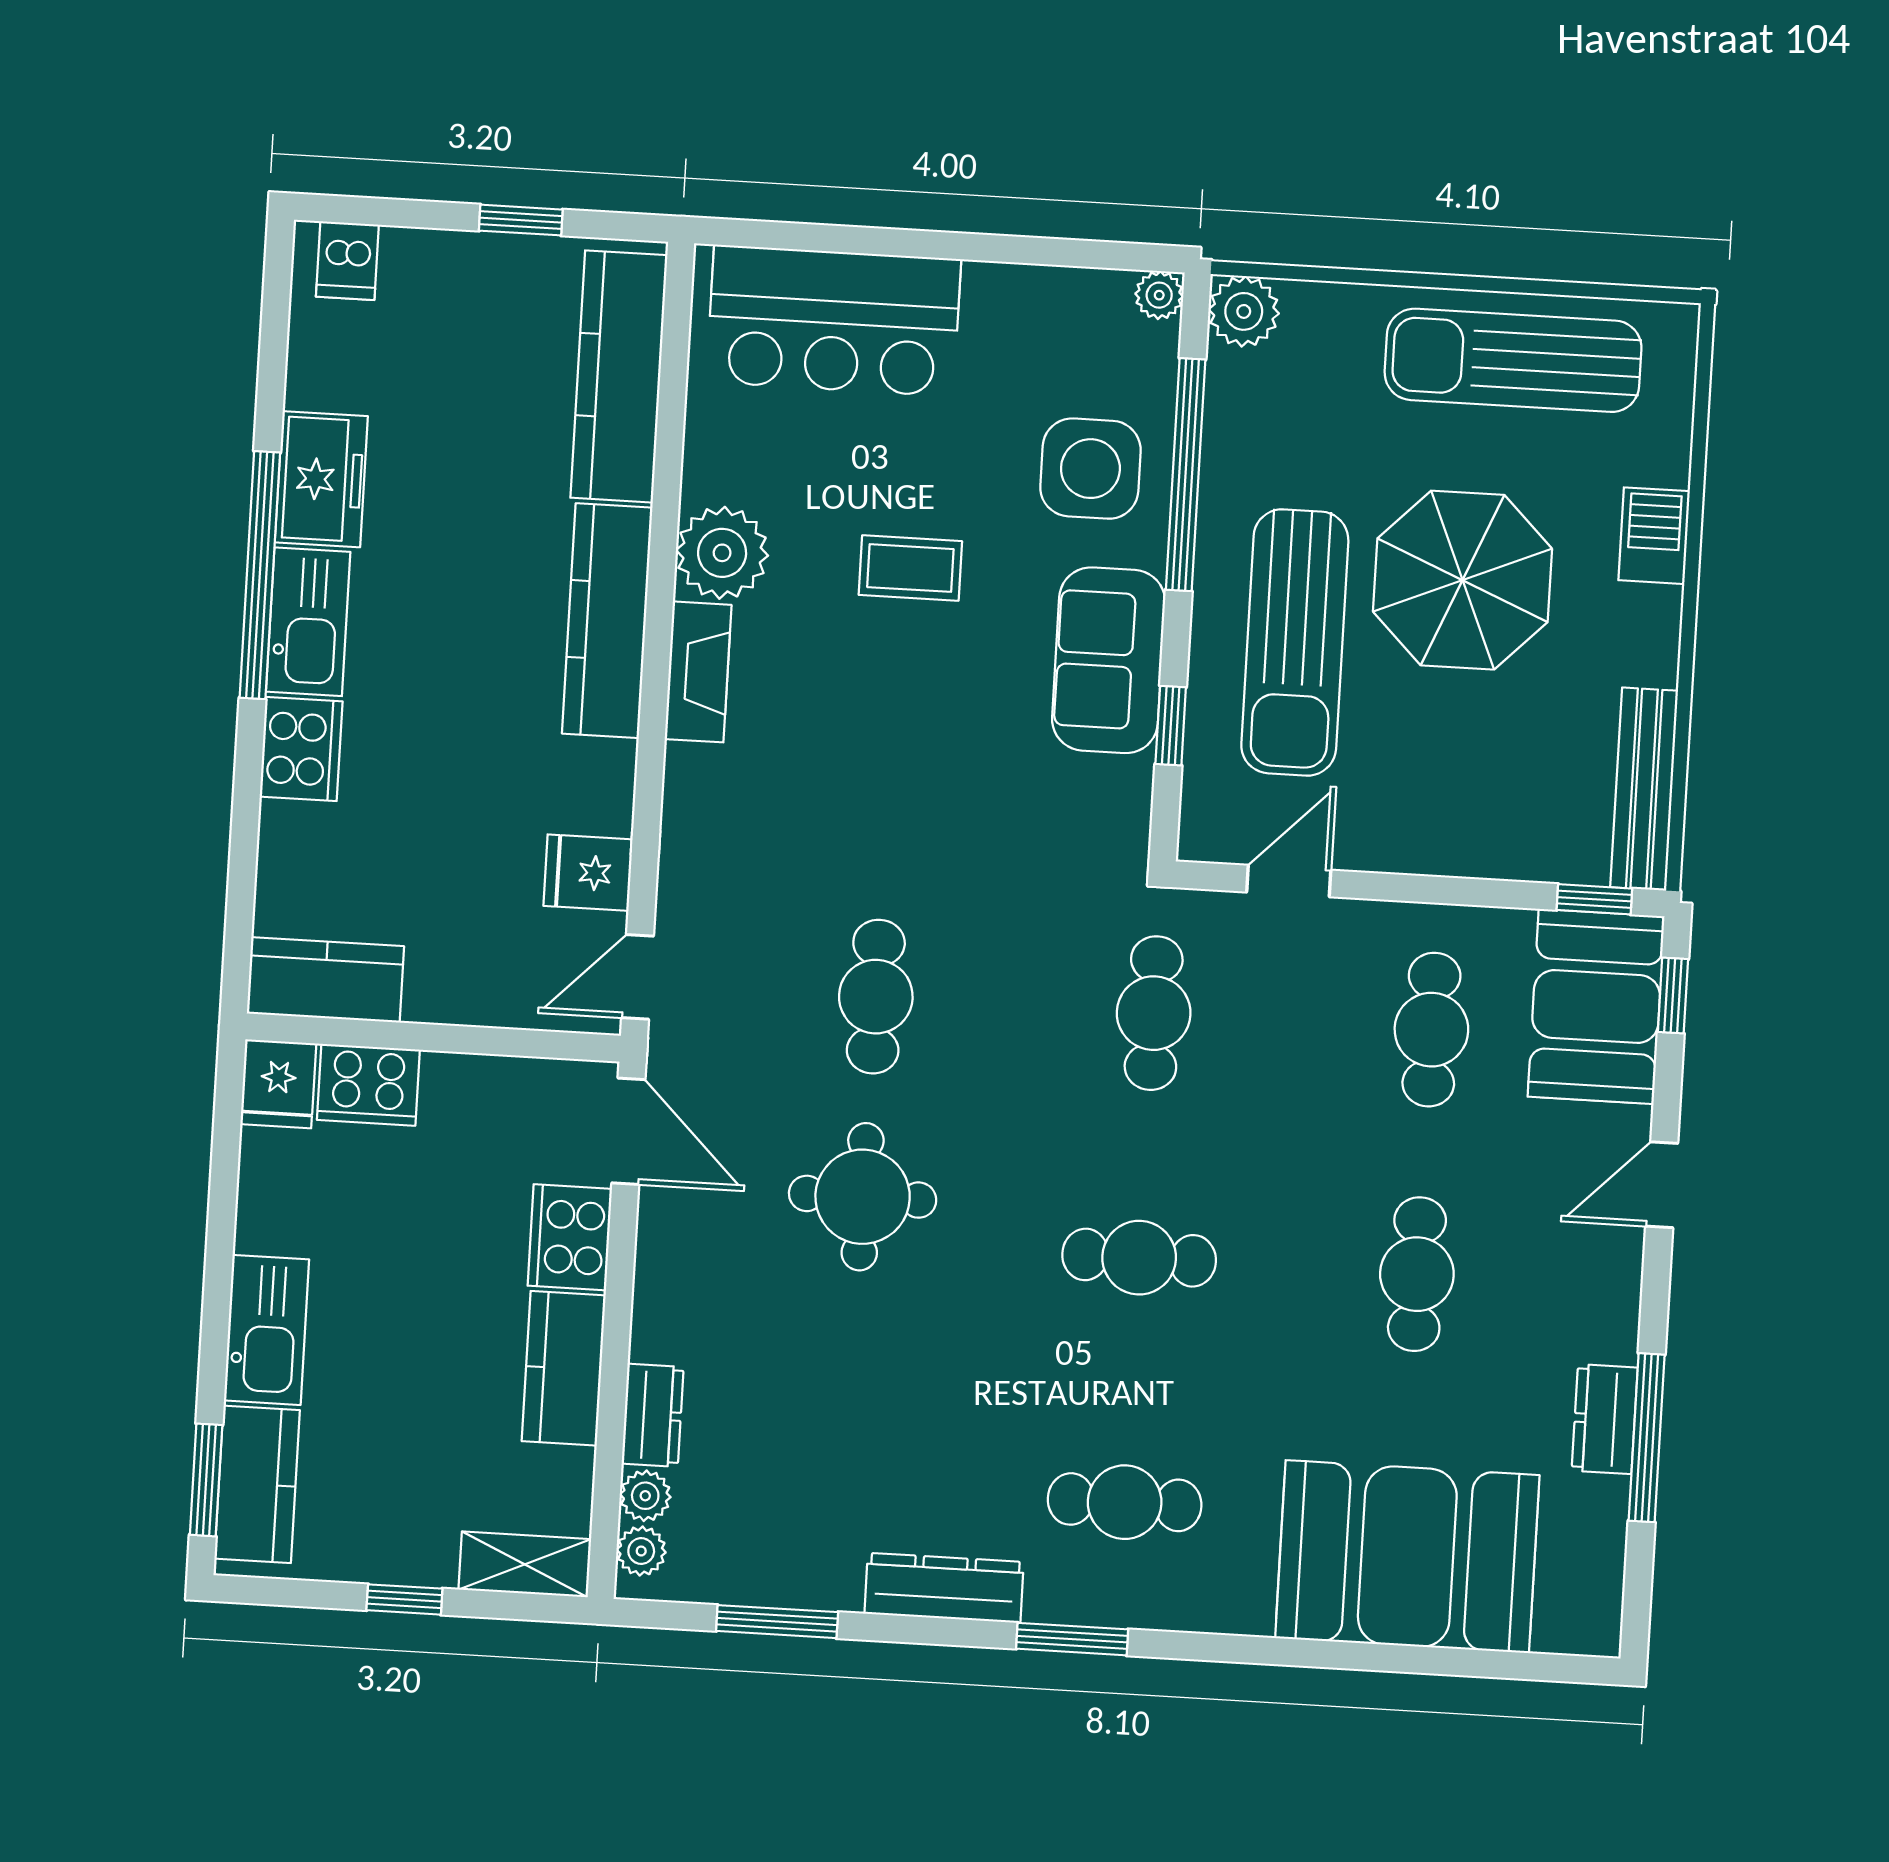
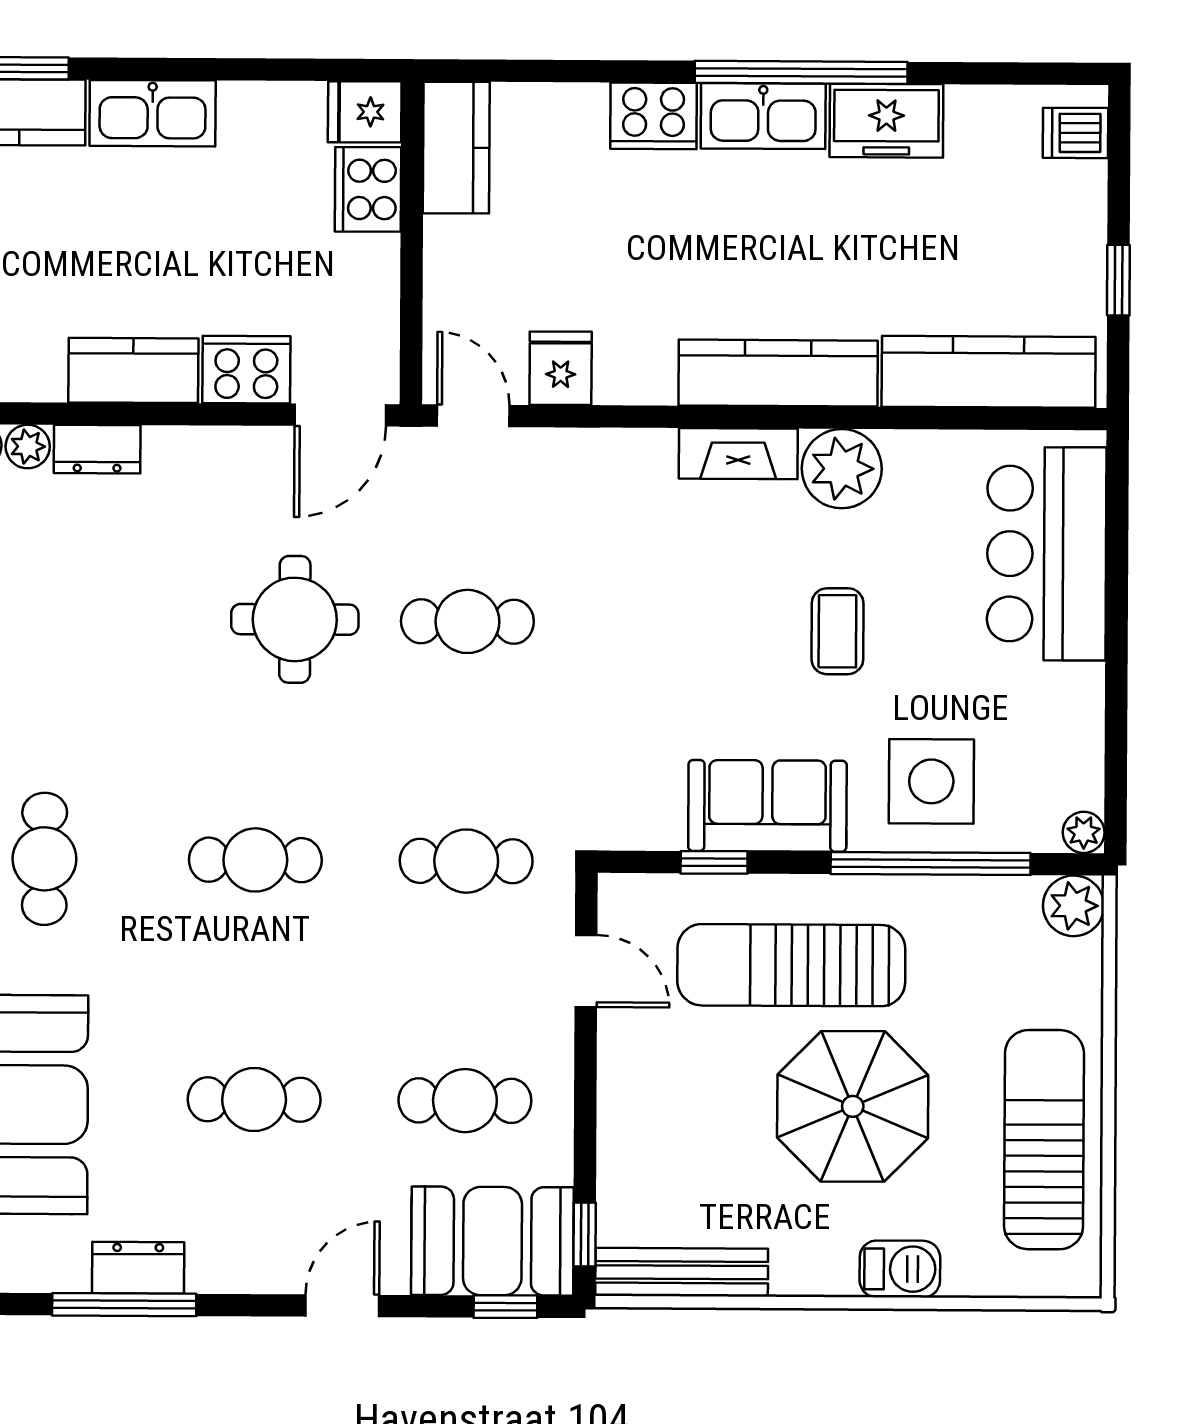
door: (1662, 1185) -> (342, 1306), hinge flipped
cafe table: (1139, 1258) -> (255, 860), turned 90

